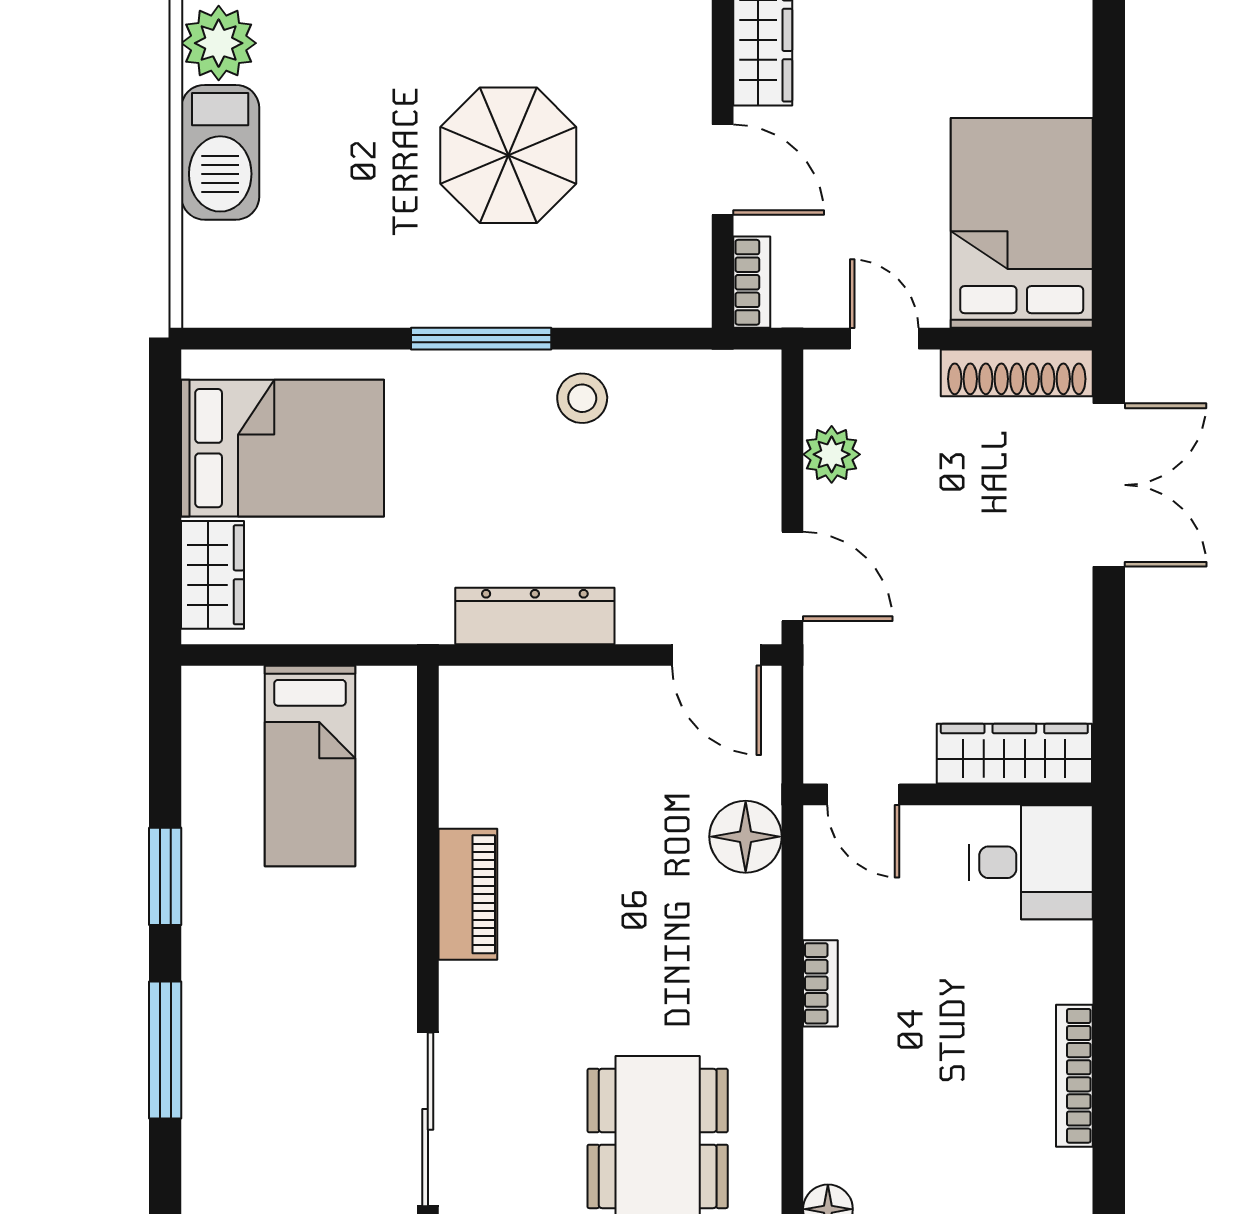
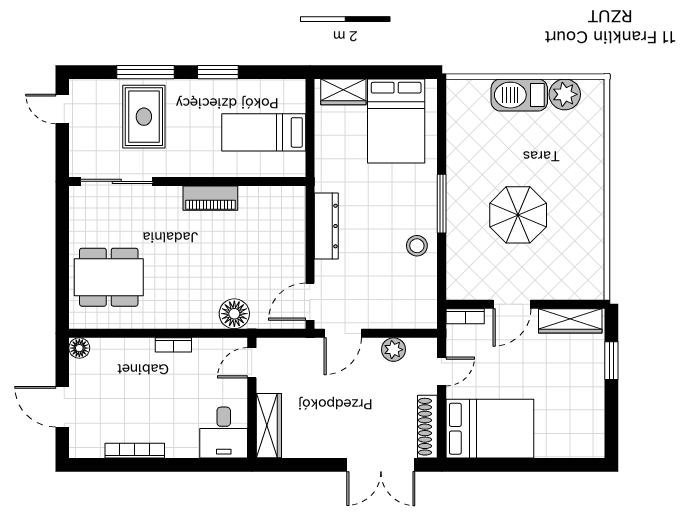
rug: (272, 1054) -> (144, 117), added

